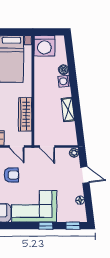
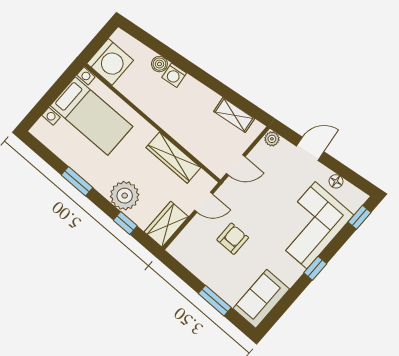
shelving: (68, 110) -> (234, 115), moved
corner sofa: (34, 206) -> (311, 225), moved
window: (46, 226) -> (315, 268), moved

